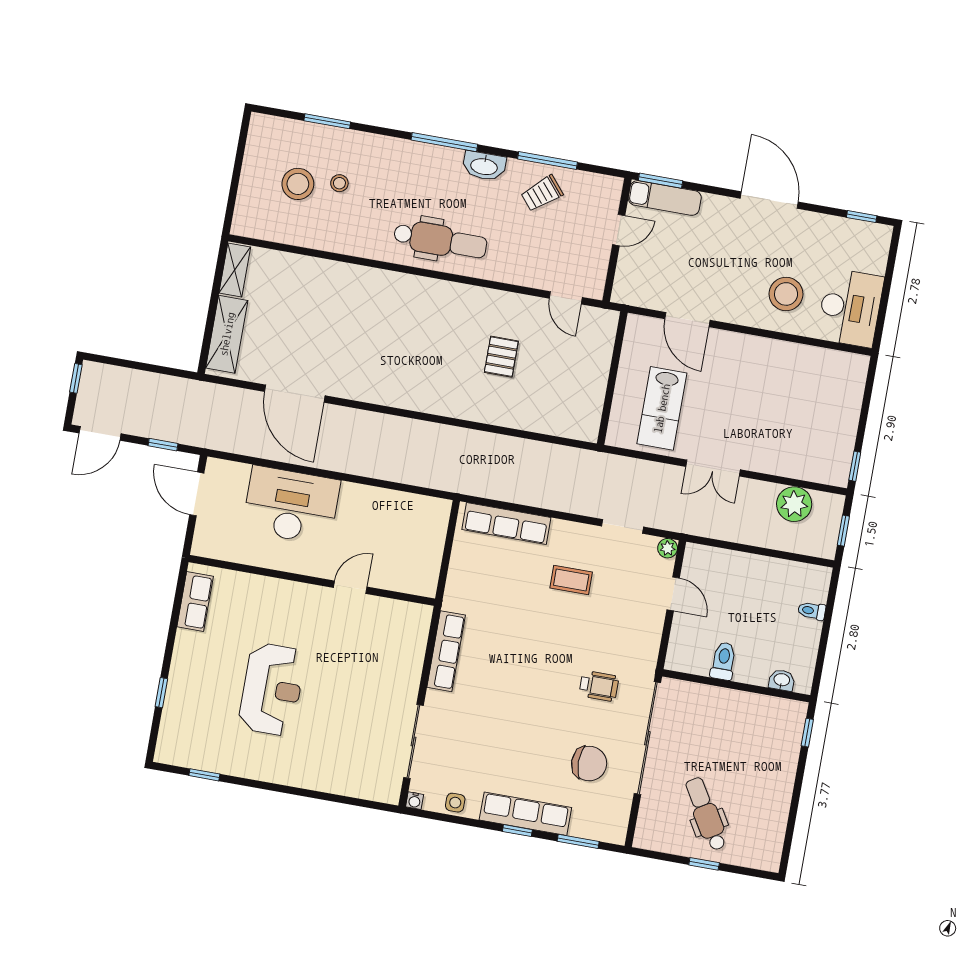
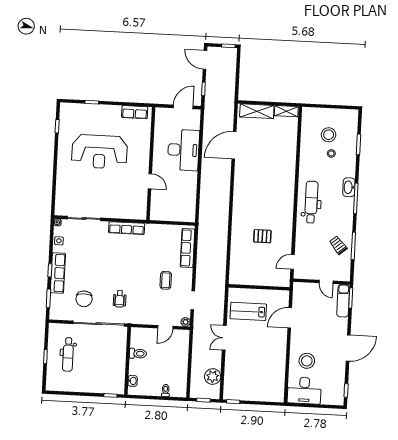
washbasin: (484, 166) -> (349, 187), moved
dental chair: (440, 240) -> (311, 202), turned 180
reception desk: (272, 689) -> (99, 152), width x1.36, depth x1.30
dental chair: (706, 814) -> (68, 354), turned 121

